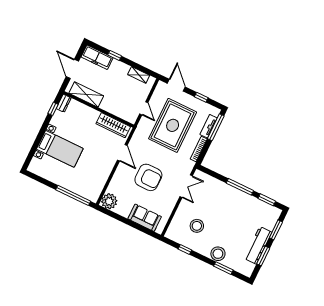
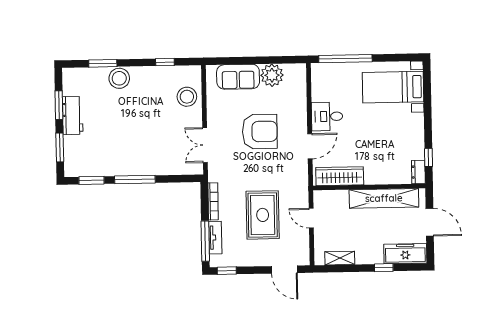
shelving: (86, 94) -> (384, 198), width x1.47
window: (201, 97) -> (227, 271), moved
rug: (173, 125) -> (263, 215), width x0.73, depth x0.69
bed with nightstands: (60, 149) -> (393, 87), moved
door: (122, 153) -> (310, 146), swing flipped
desk: (102, 166) -> (327, 116), added
armchair: (148, 177) -> (260, 132), turned 180
plant: (109, 201) -> (272, 75), moved
stool: (197, 226) -> (187, 97), moved
workbench: (258, 245) -> (73, 116), width x0.73

